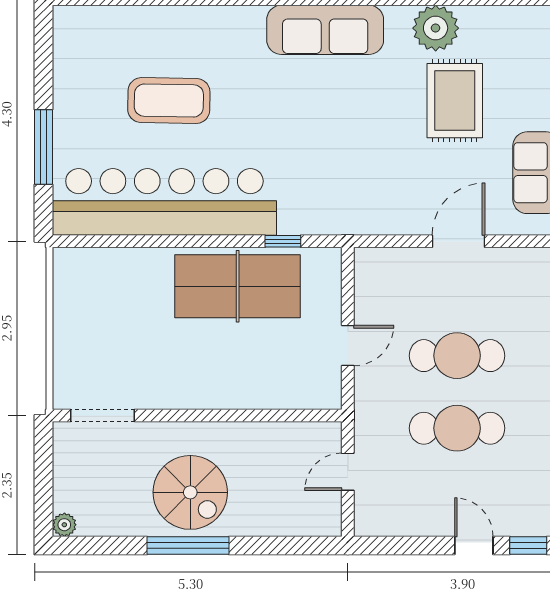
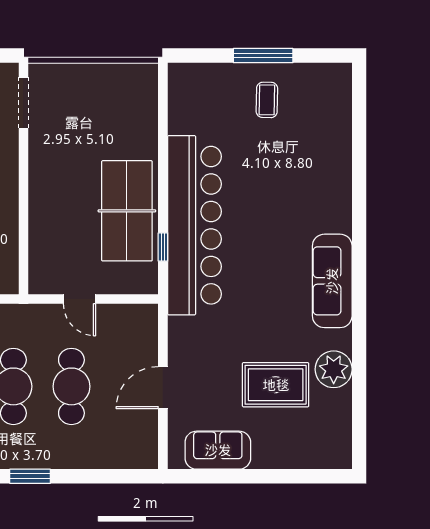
coffee table: (169, 101) -> (267, 100), moved, width x0.54, depth x0.58
window: (44, 147) -> (263, 56), moved
bar counter: (164, 202) -> (194, 225), moved
door: (458, 241) -> (163, 388), swing flipped

